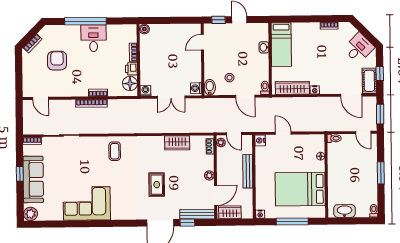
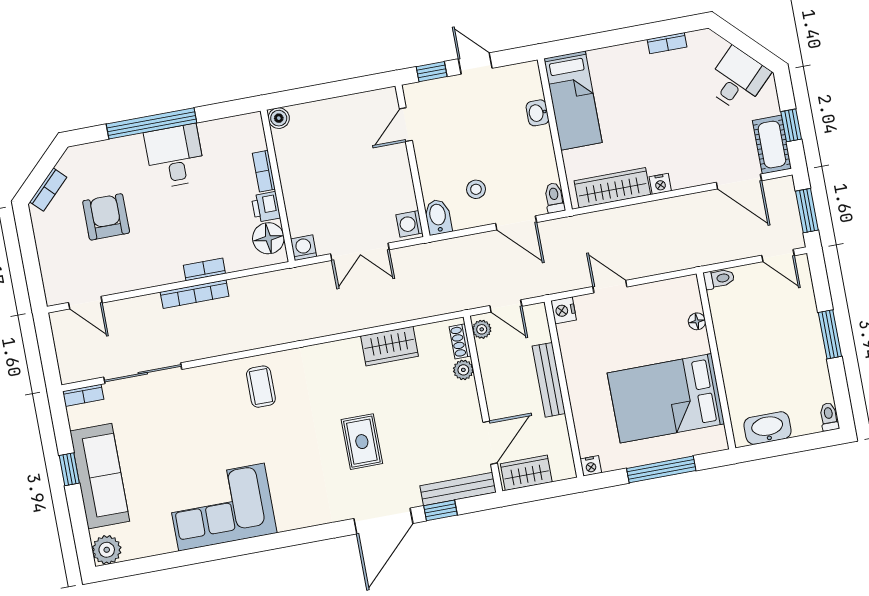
plant: (209, 175) -> (463, 370), moved

